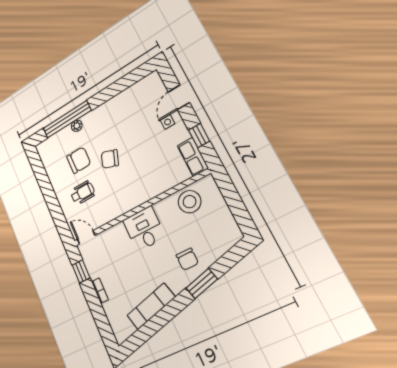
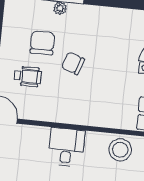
chair: (79, 160) -> (42, 43), turned -90

